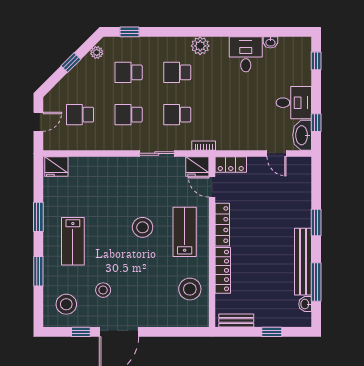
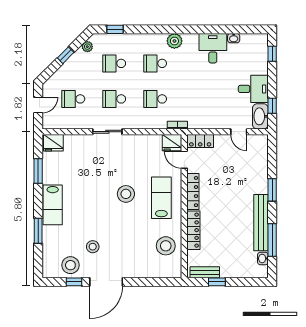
sliding door: (157, 153) -> (107, 132), moved
window: (38, 217) -> (38, 171), moved
lab bench: (73, 241) -> (53, 205), moved
stool: (66, 304) -> (70, 265), moved
window: (272, 332) -> (217, 282), moved

